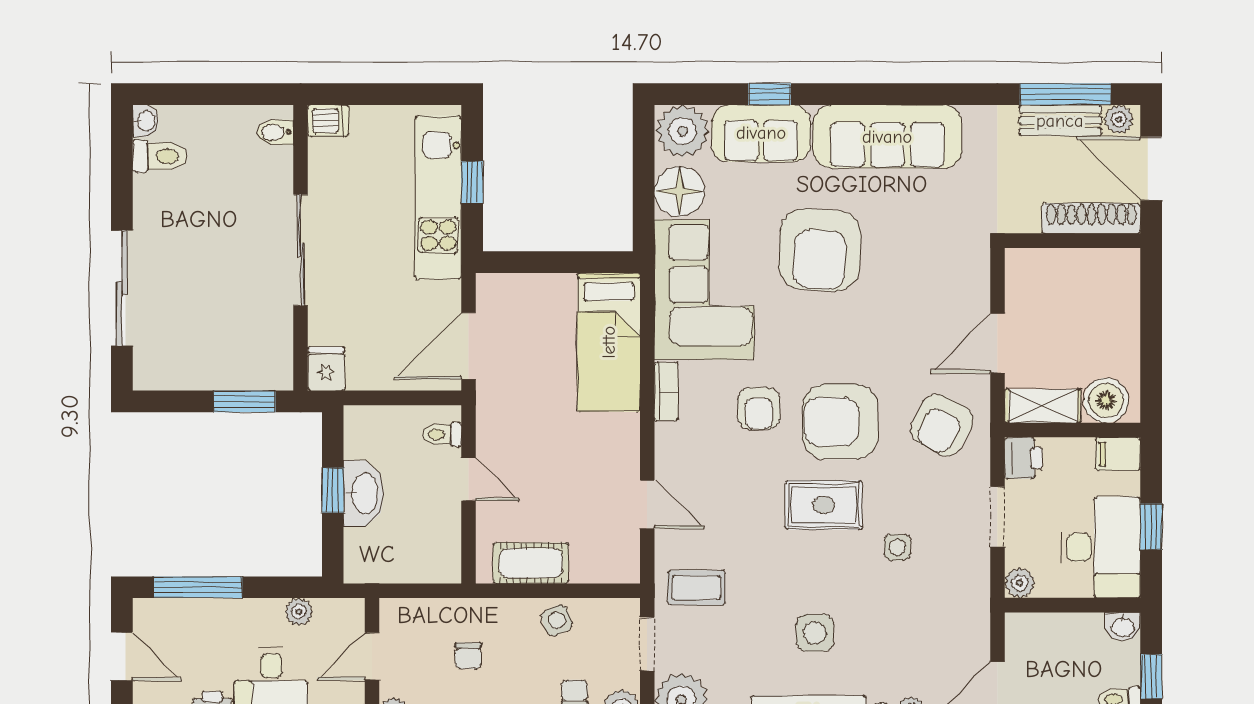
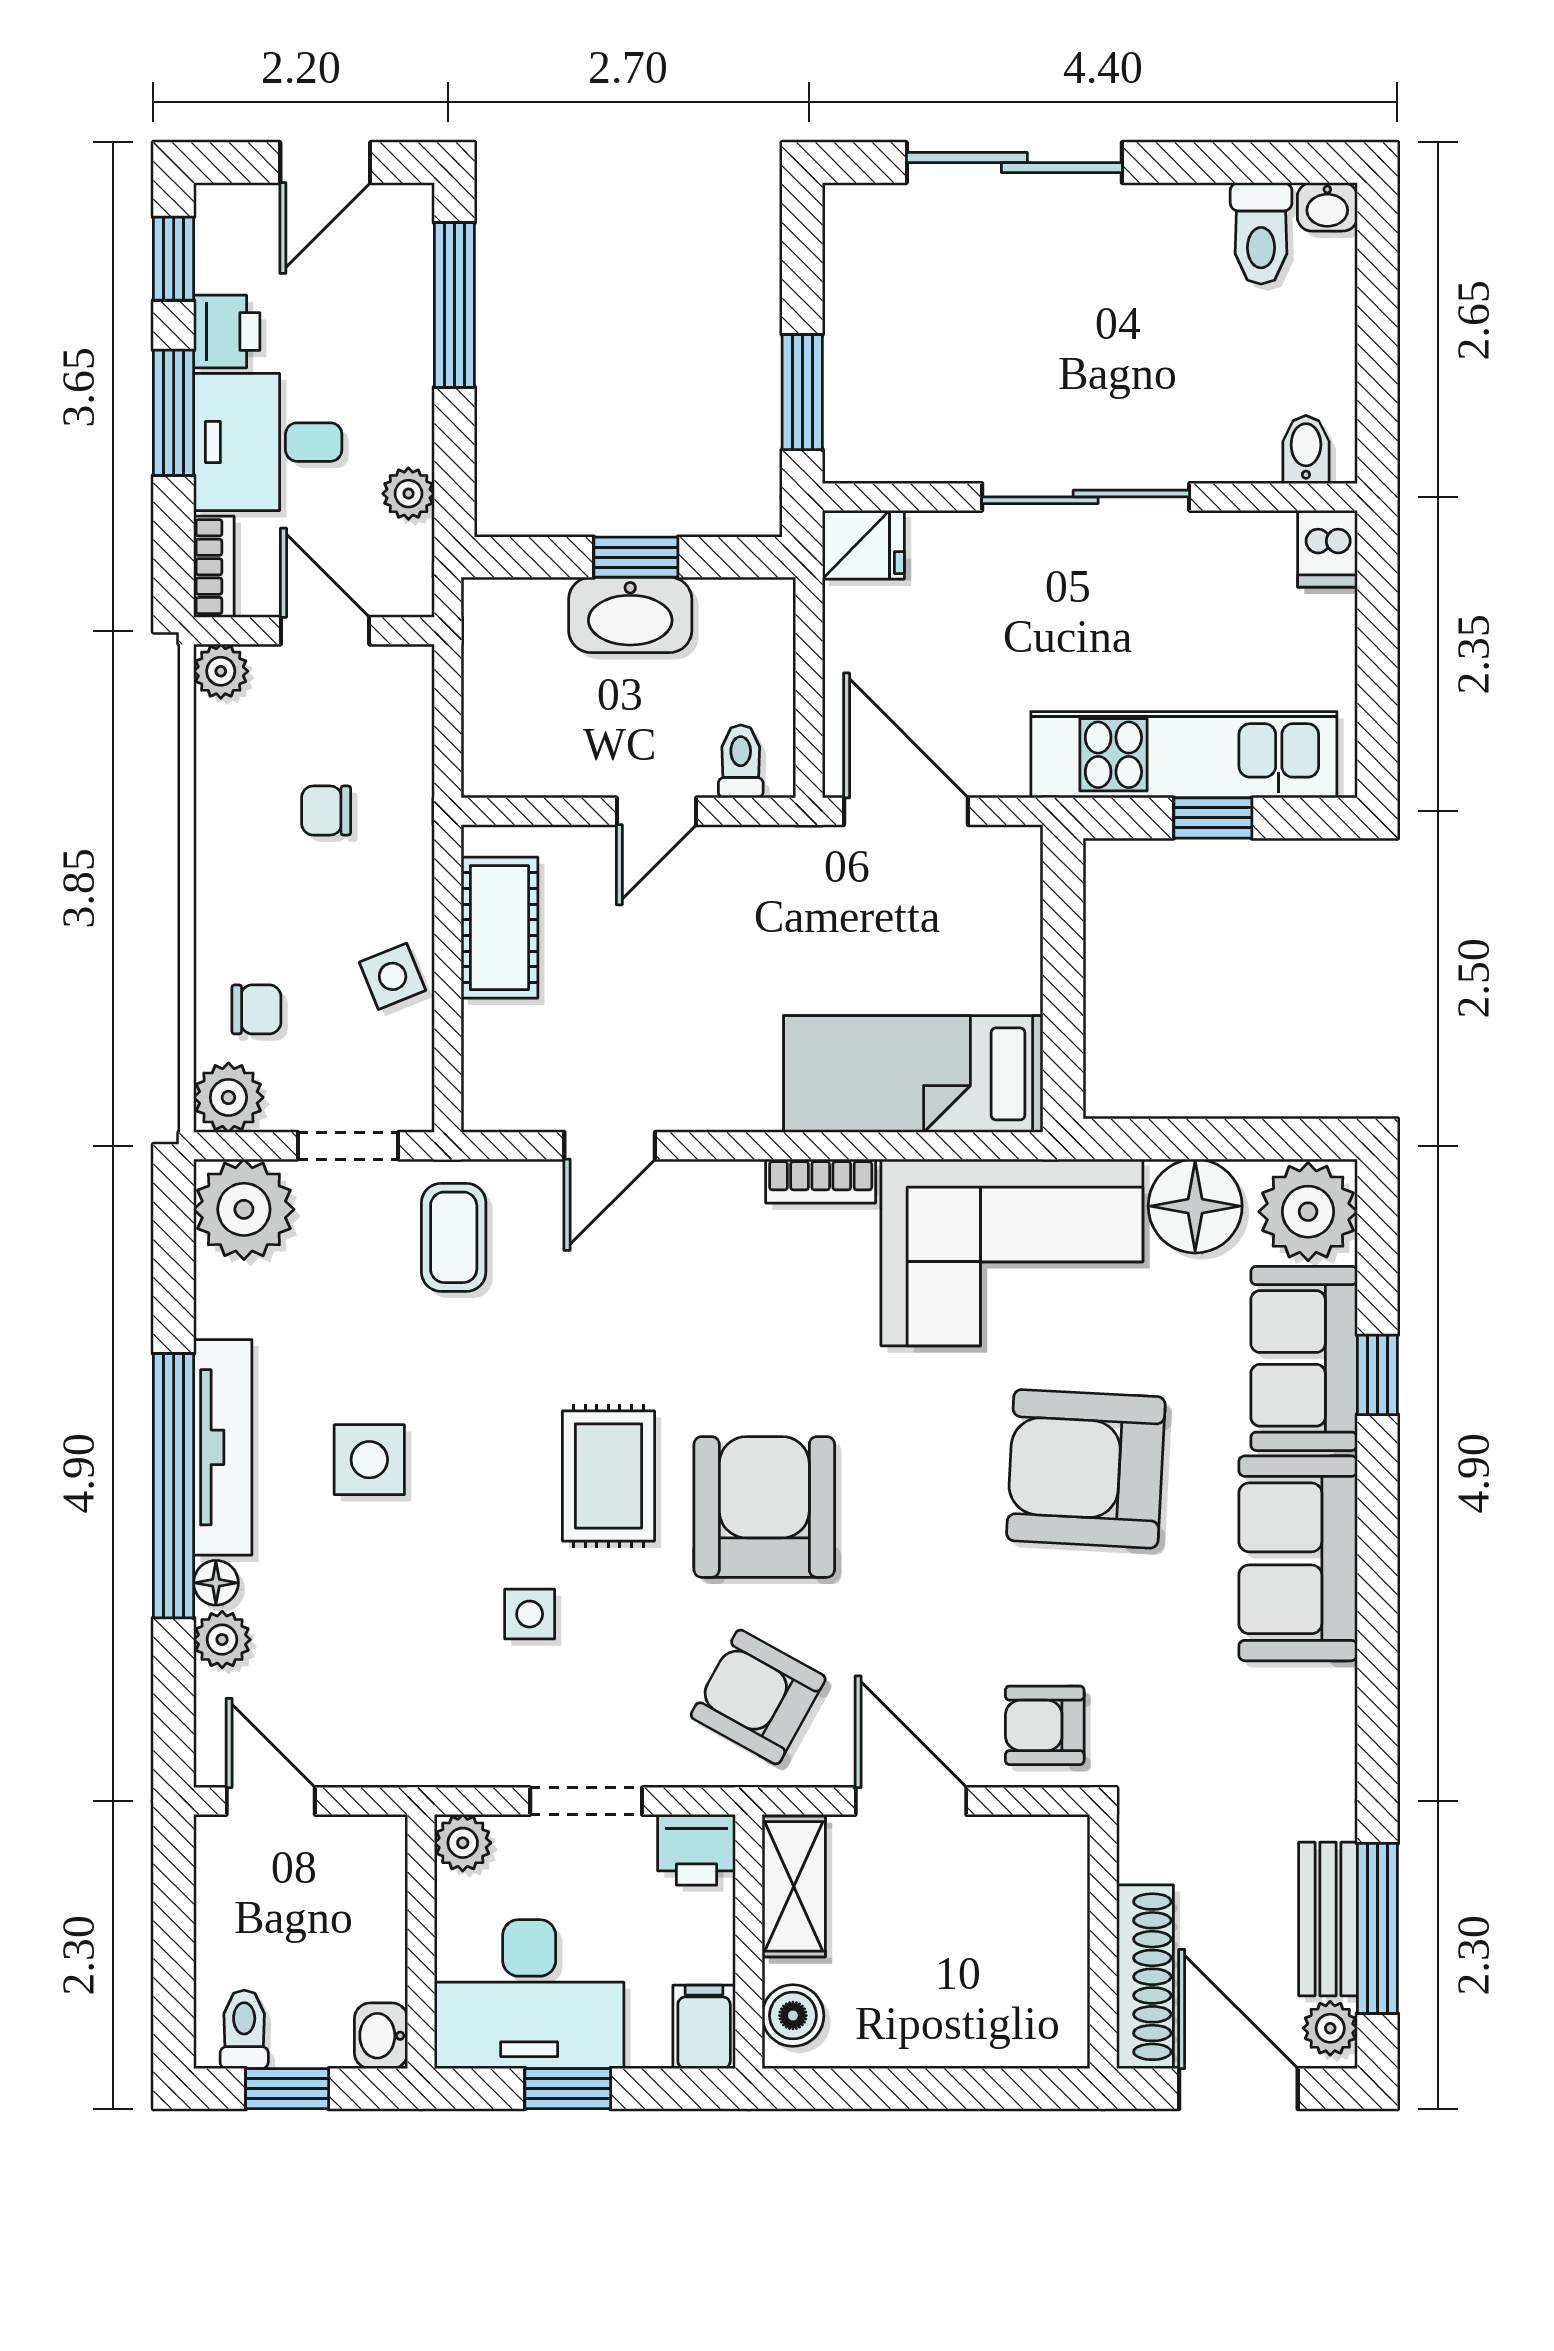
sofa: (887, 137) -> (1298, 1558), width x0.73
door: (1151, 168) -> (1238, 2089), hinge flipped
boiler: (1106, 400) -> (793, 2016), width x0.73, depth x0.73
armchair: (759, 409) -> (1045, 1725), moved

